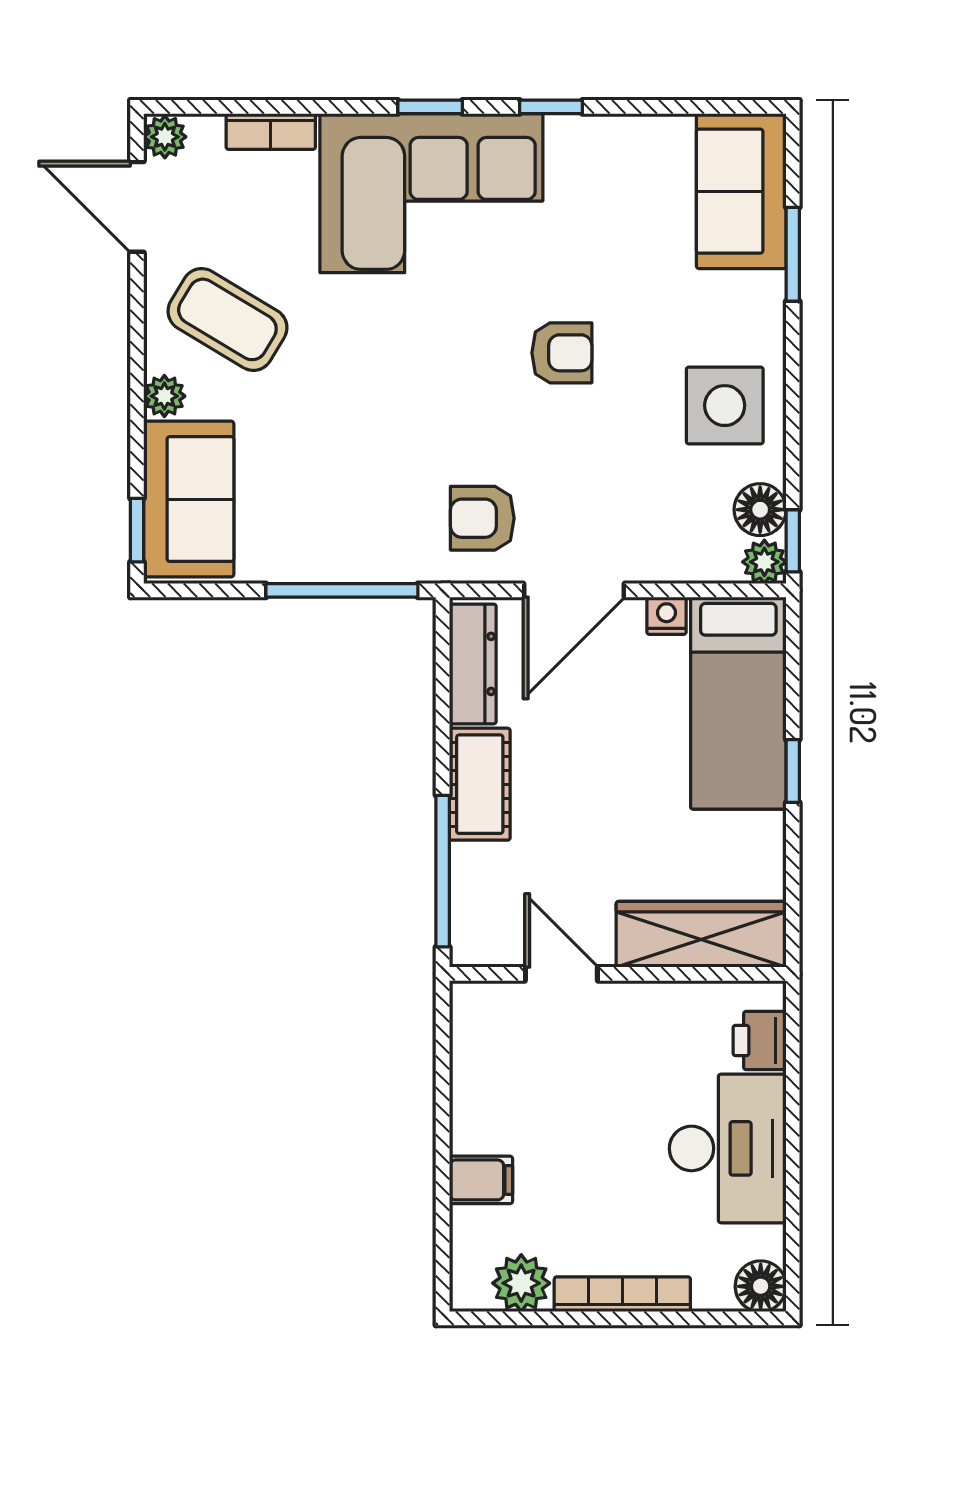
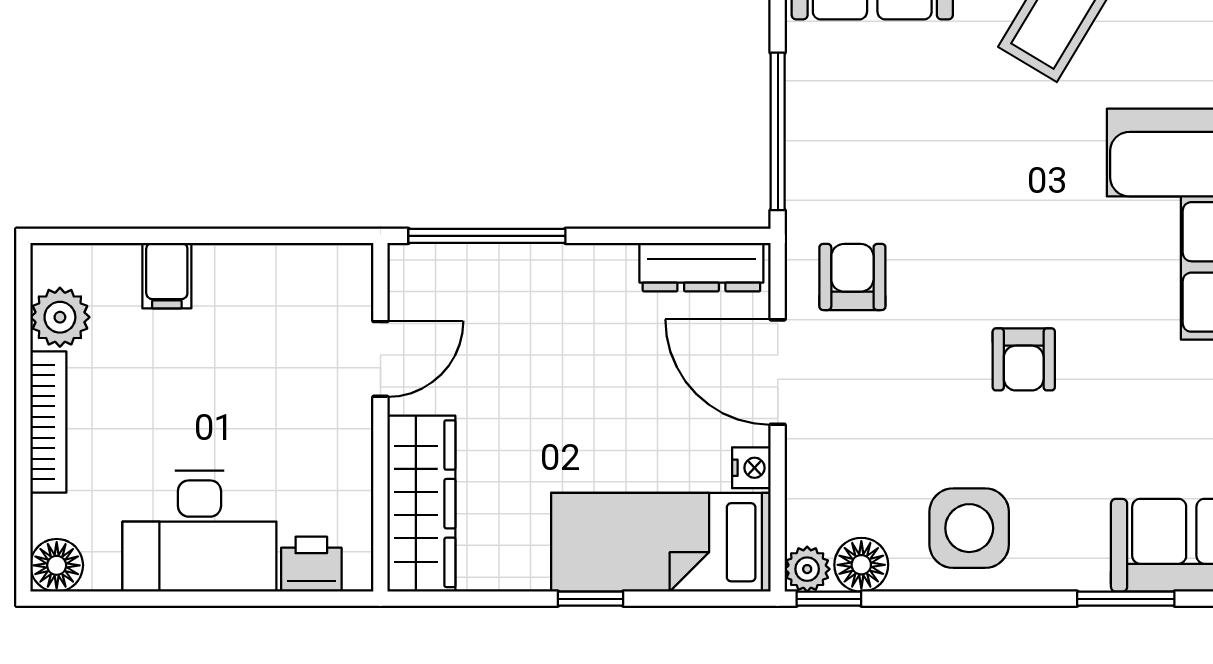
cot: (480, 784) -> (577, 274), removed

